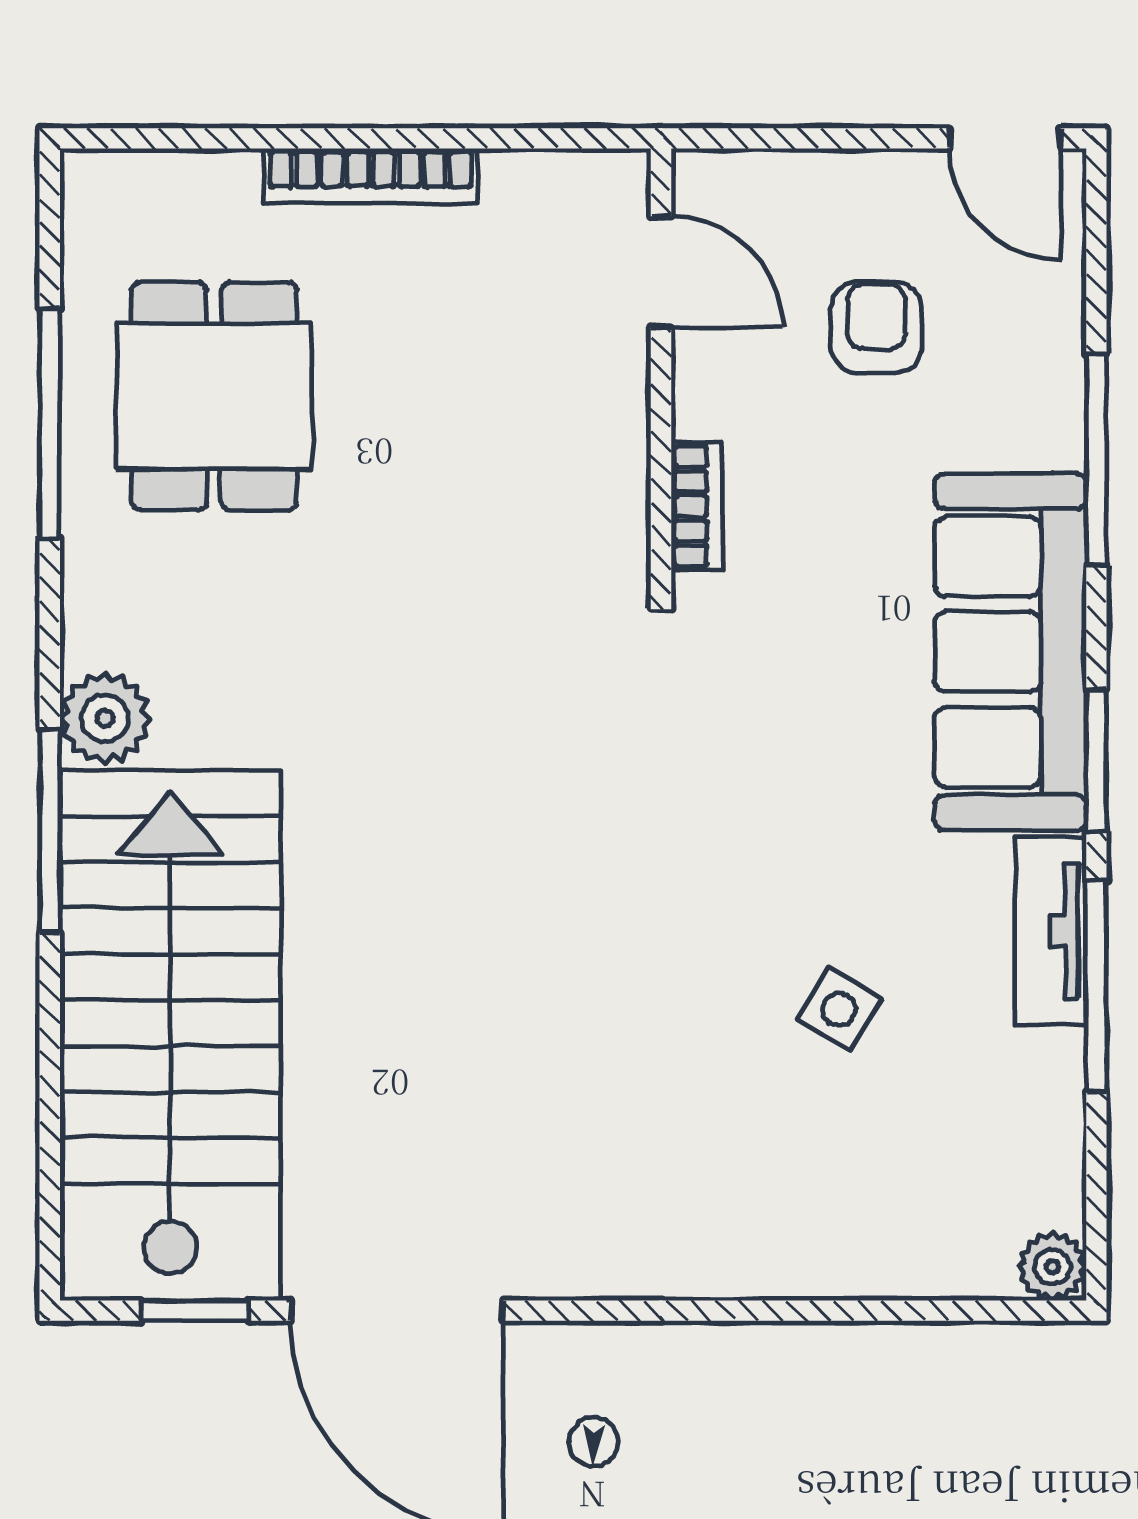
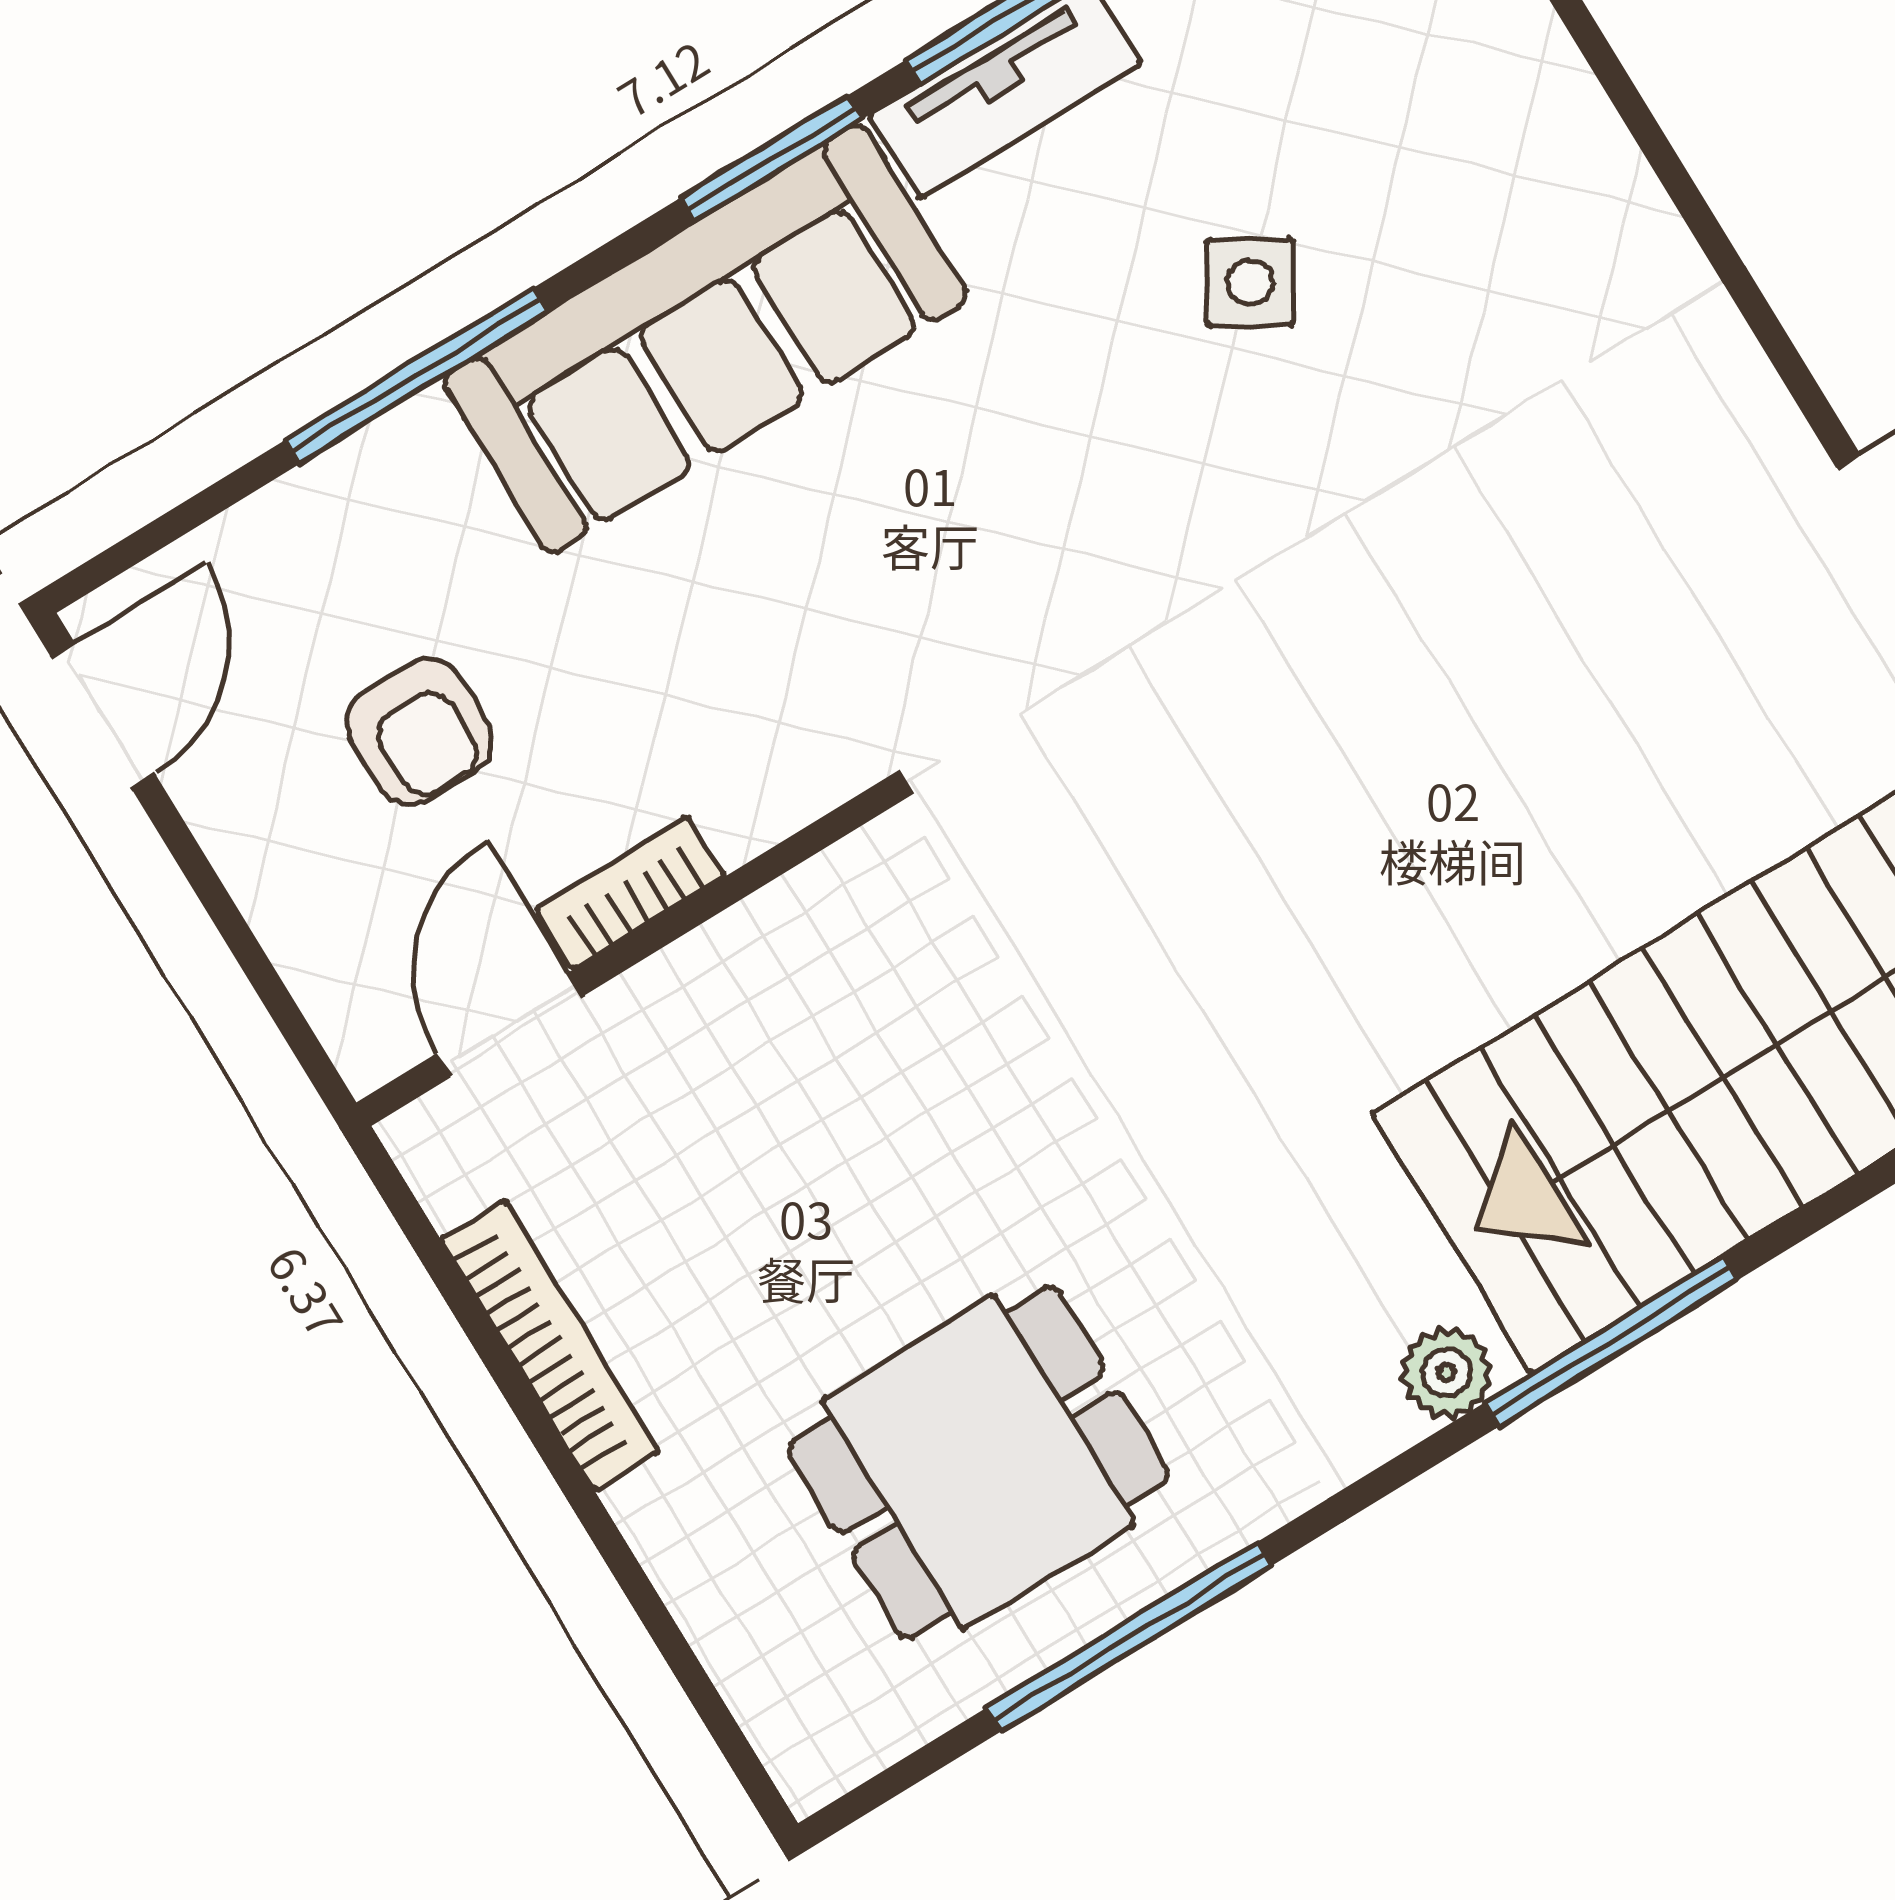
bookcase: (371, 176) -> (550, 1345), moved
armchair: (876, 328) -> (419, 731), turned -90
bookcase: (697, 506) -> (631, 893), moved
plant: (105, 718) -> (1446, 1373), width x0.73, depth x0.73

